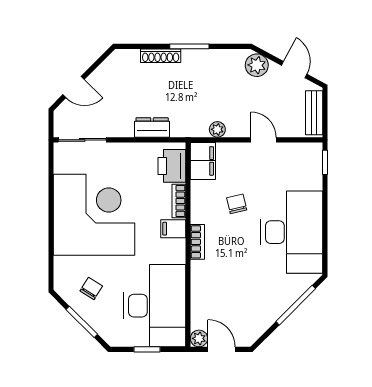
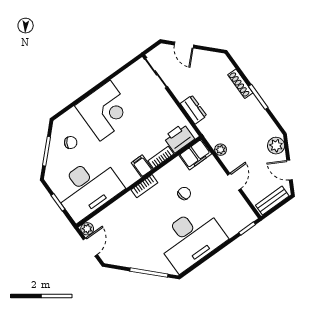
door: (294, 70) -> (290, 170), swing flipped
corner desk: (94, 215) -> (105, 111), width x0.74, depth x0.74

